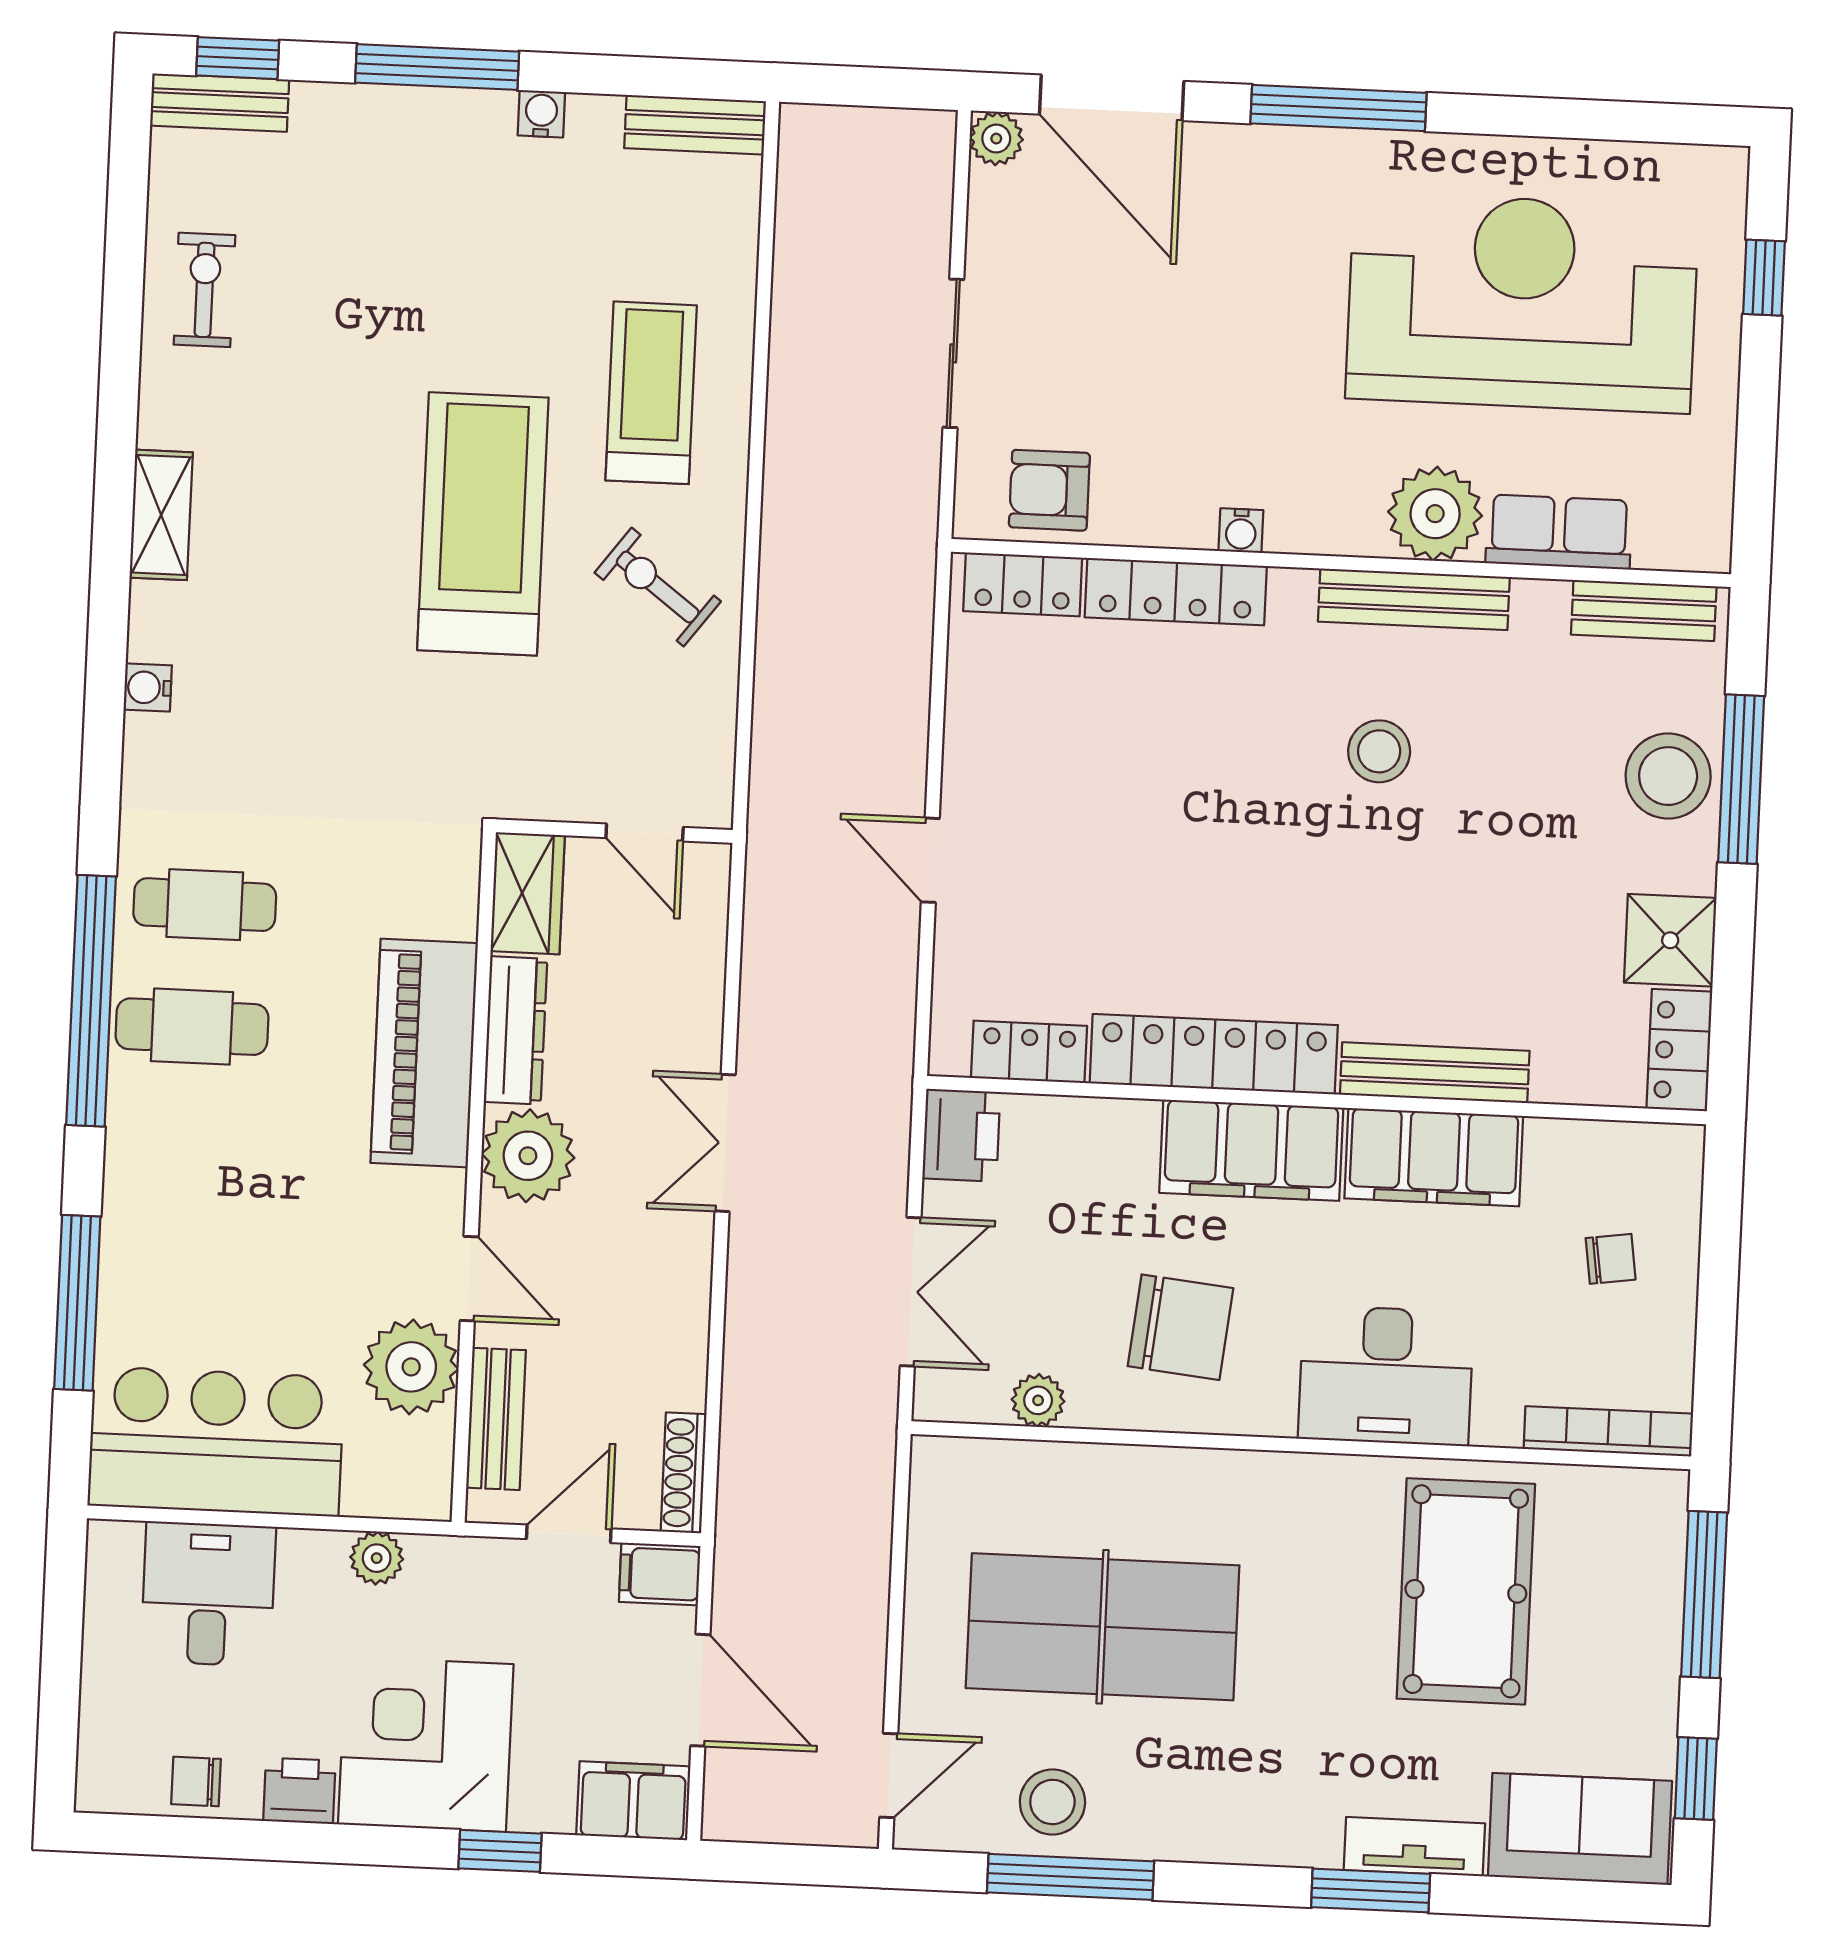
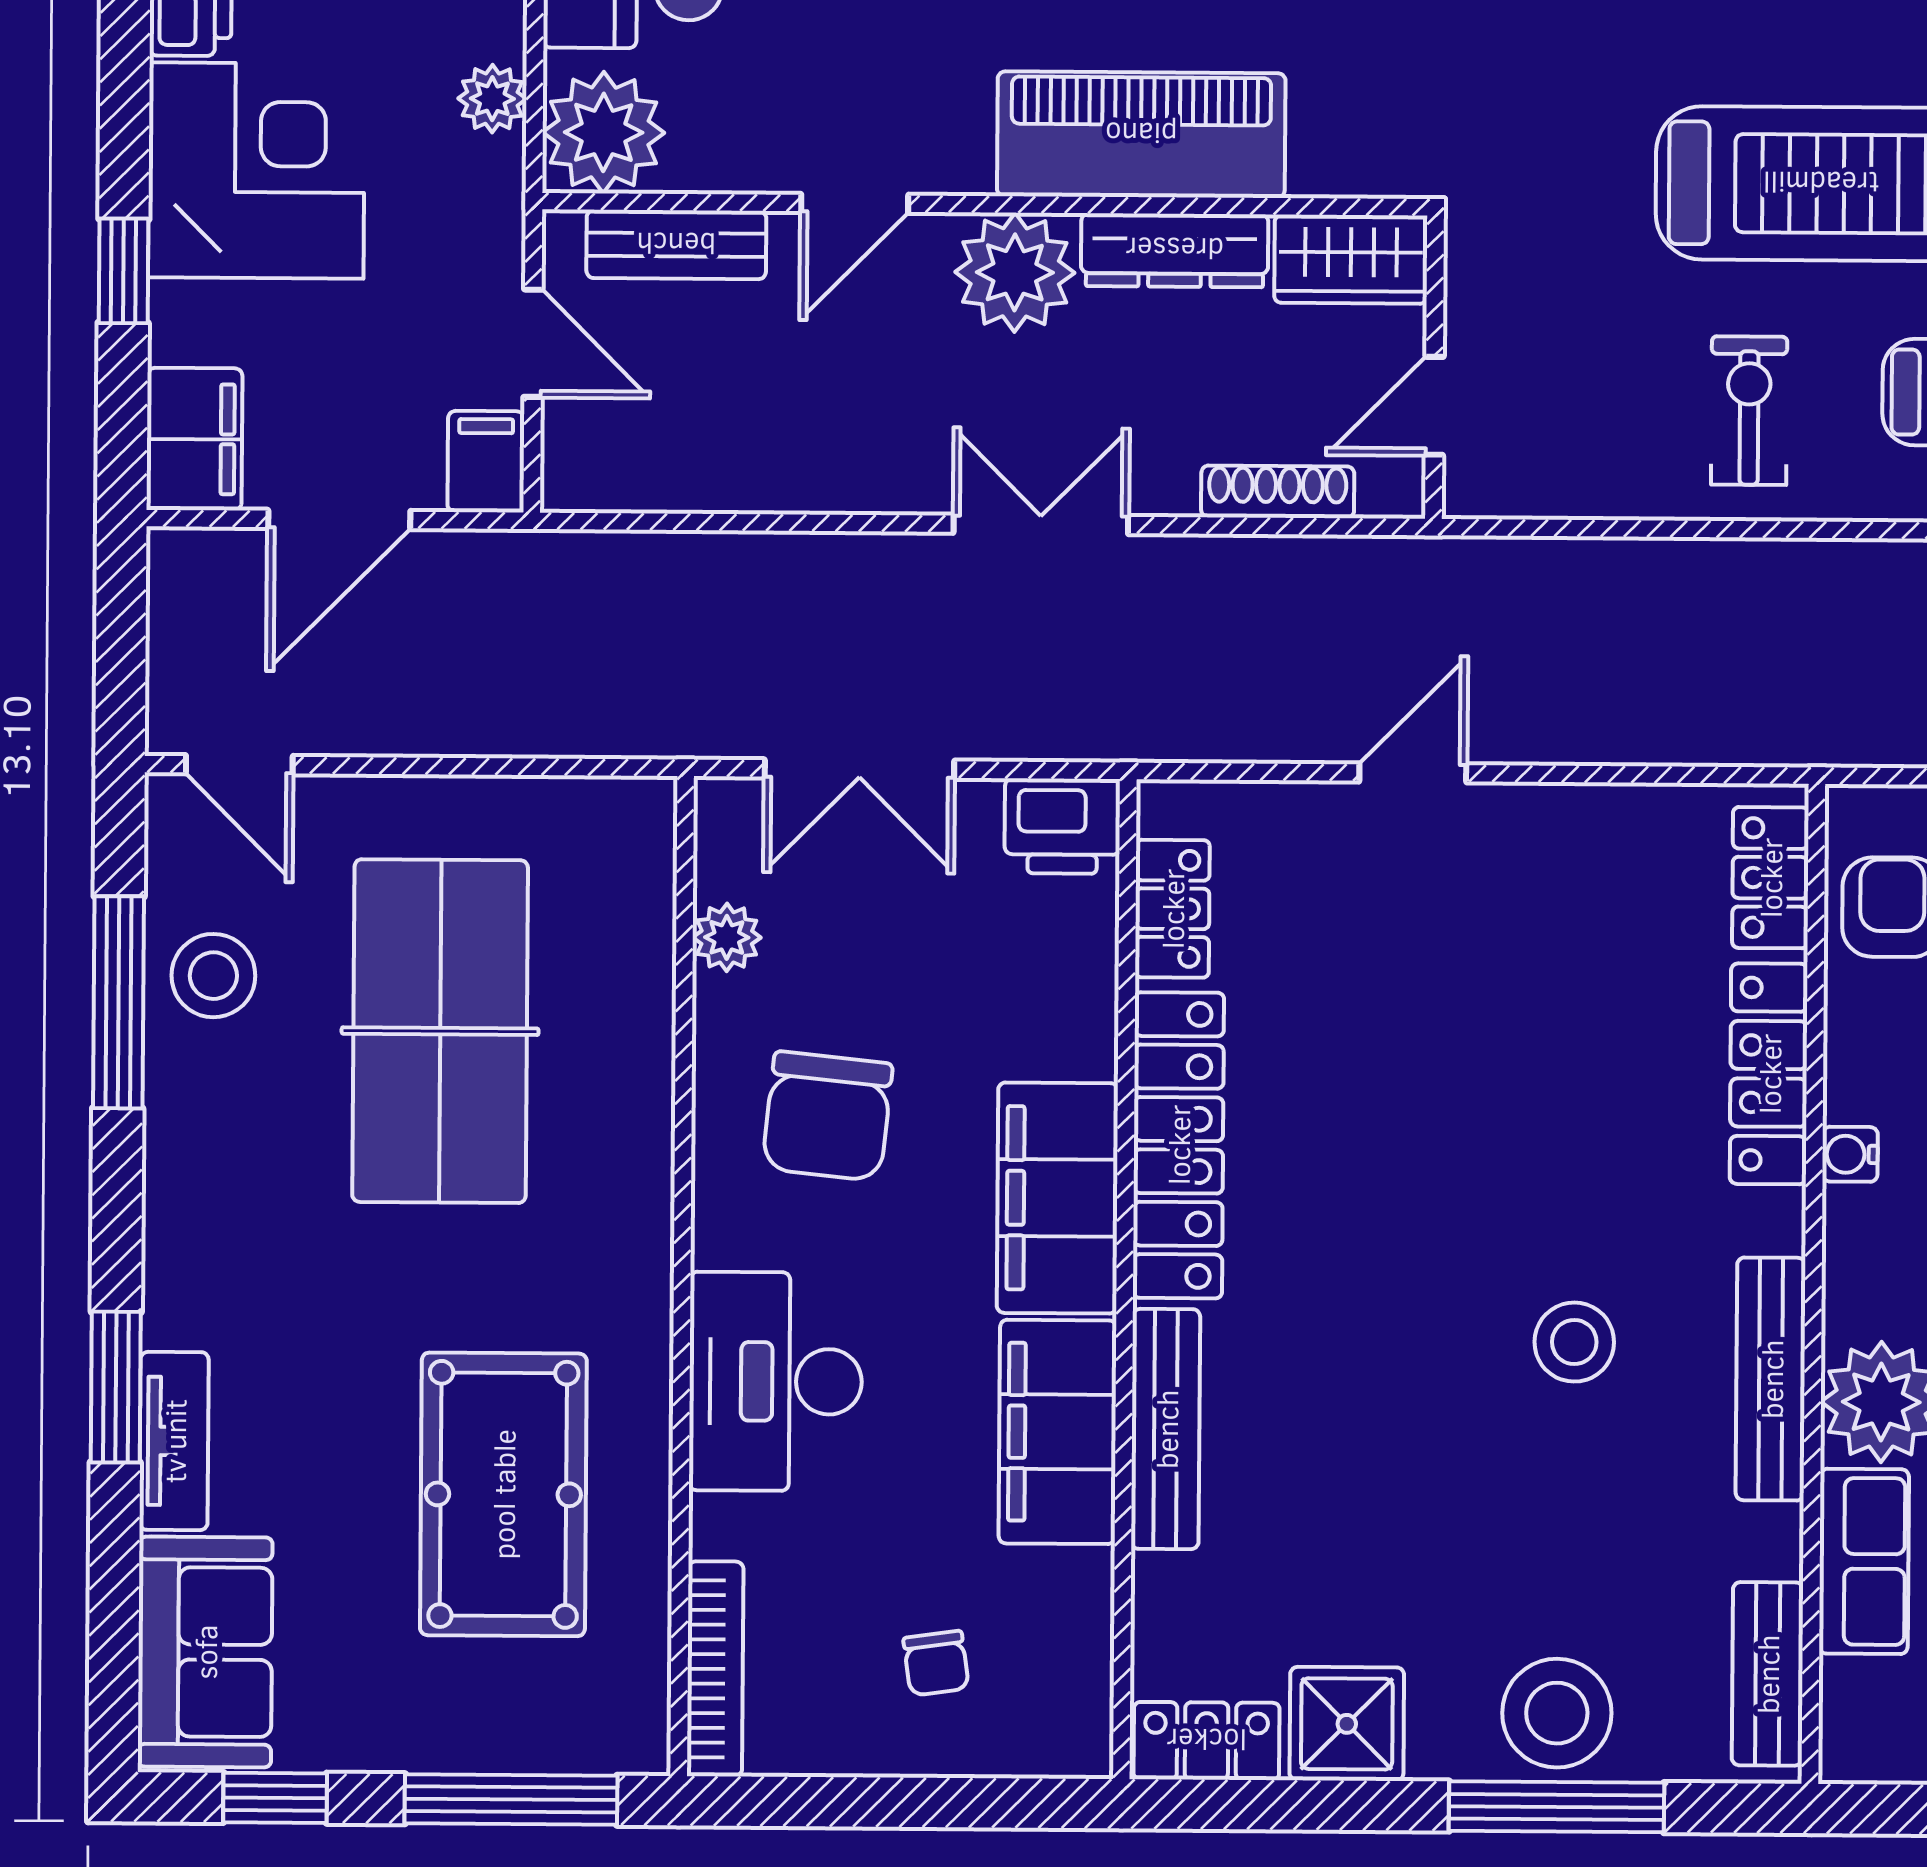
exercise bike: (658, 587) -> (1749, 411), turned -37
plant: (411, 1367) -> (604, 132), moved
shoe rack: (684, 1473) -> (1278, 492), moved
pool table: (1466, 1591) -> (503, 1494), turned 90

